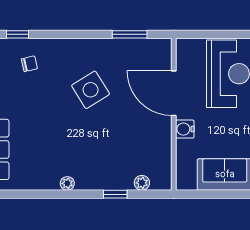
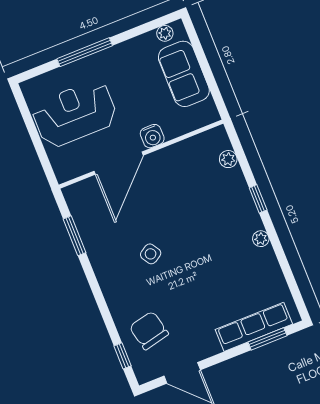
chair: (29, 64) -> (149, 330), width x1.87, depth x1.87
side table: (91, 90) -> (151, 254), width x0.54, depth x0.54
window: (115, 194) -> (258, 199), moved

